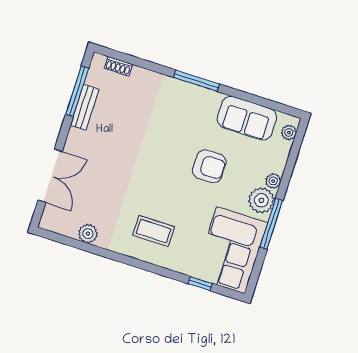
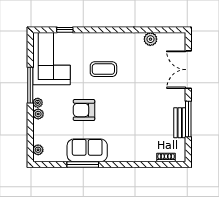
window: (196, 81) -> (83, 164), moved
window: (77, 91) -> (188, 119), moved
sofa: (247, 118) -> (87, 150), moved
plant: (261, 200) -> (38, 103), width x0.53, depth x0.53
coffee table: (154, 231) -> (103, 69), moved

